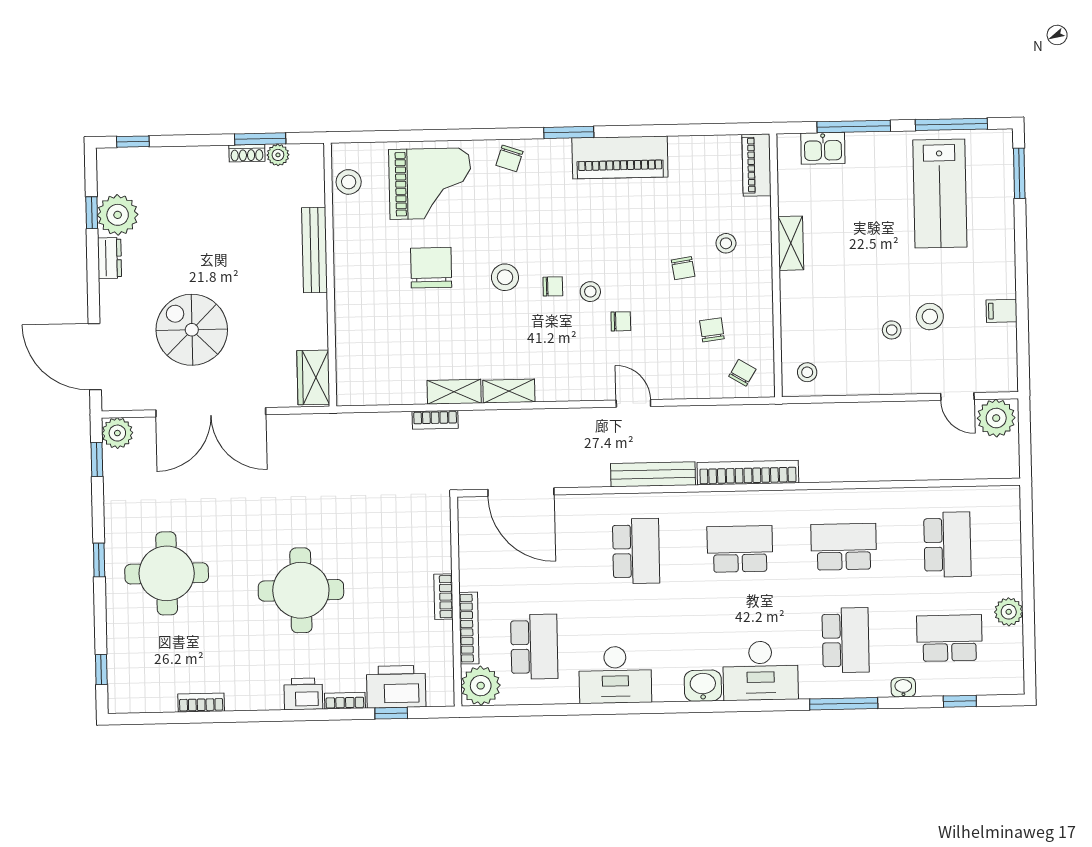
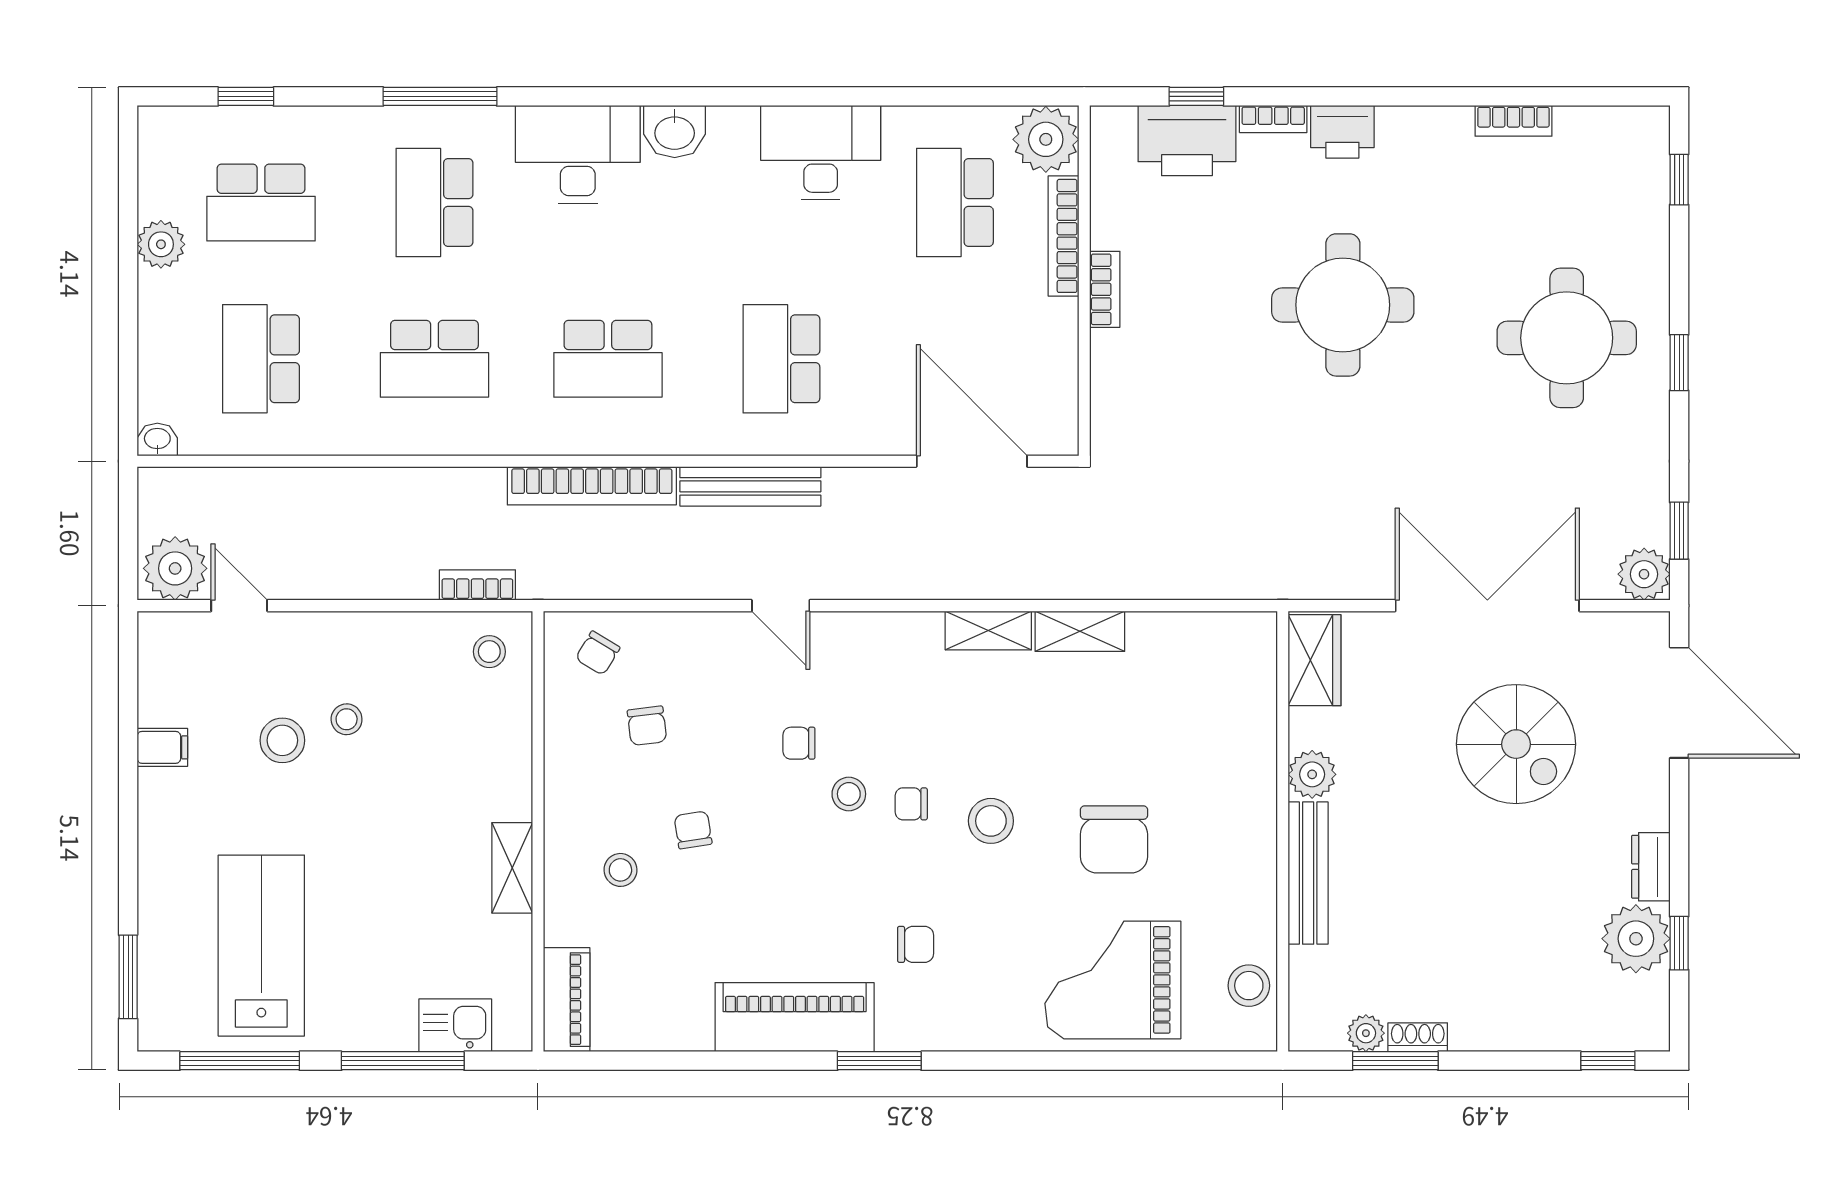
chair: (509, 158) -> (916, 944), moved, turned 71
plant: (313, 309) -> (1312, 774), added
bookcase: (435, 420) -> (477, 585), moved
washbasin: (903, 687) -> (157, 439), moved, turned 180

